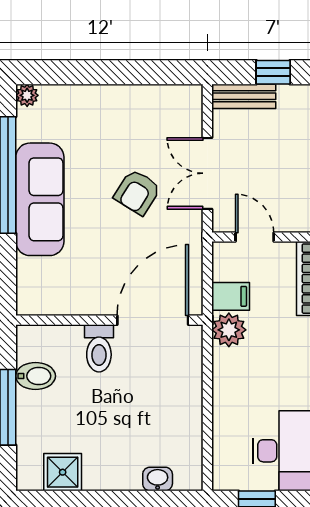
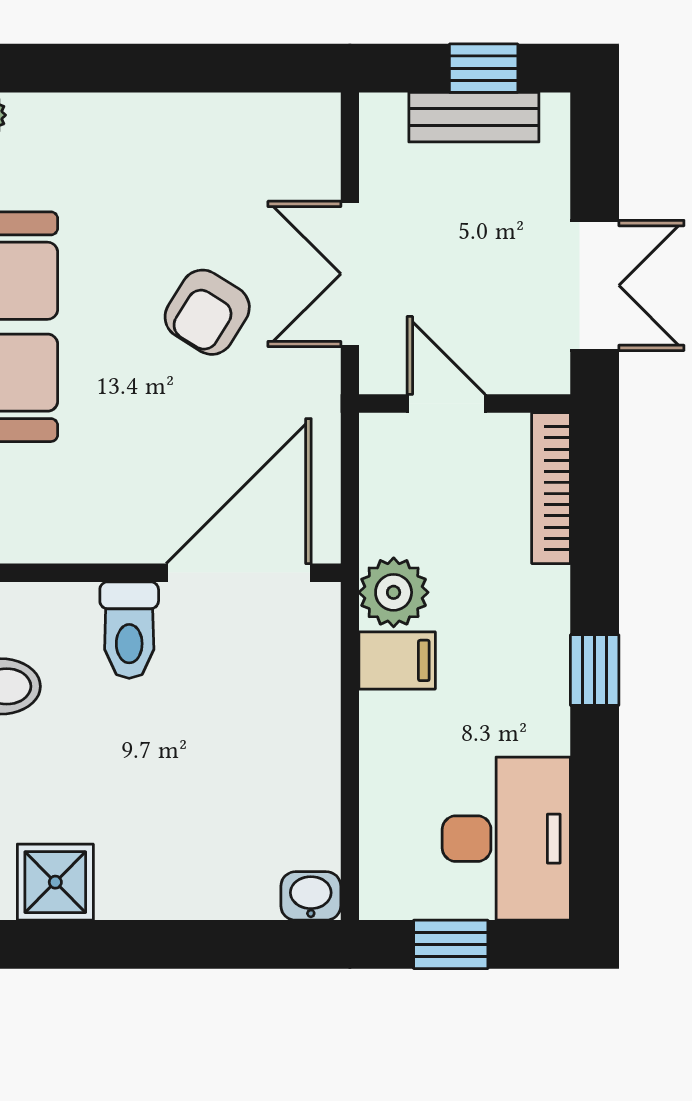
bench: (244, 96) -> (474, 117), moved
filing cabinet: (231, 296) -> (397, 660), moved
washbasin: (158, 479) -> (311, 896), moved

